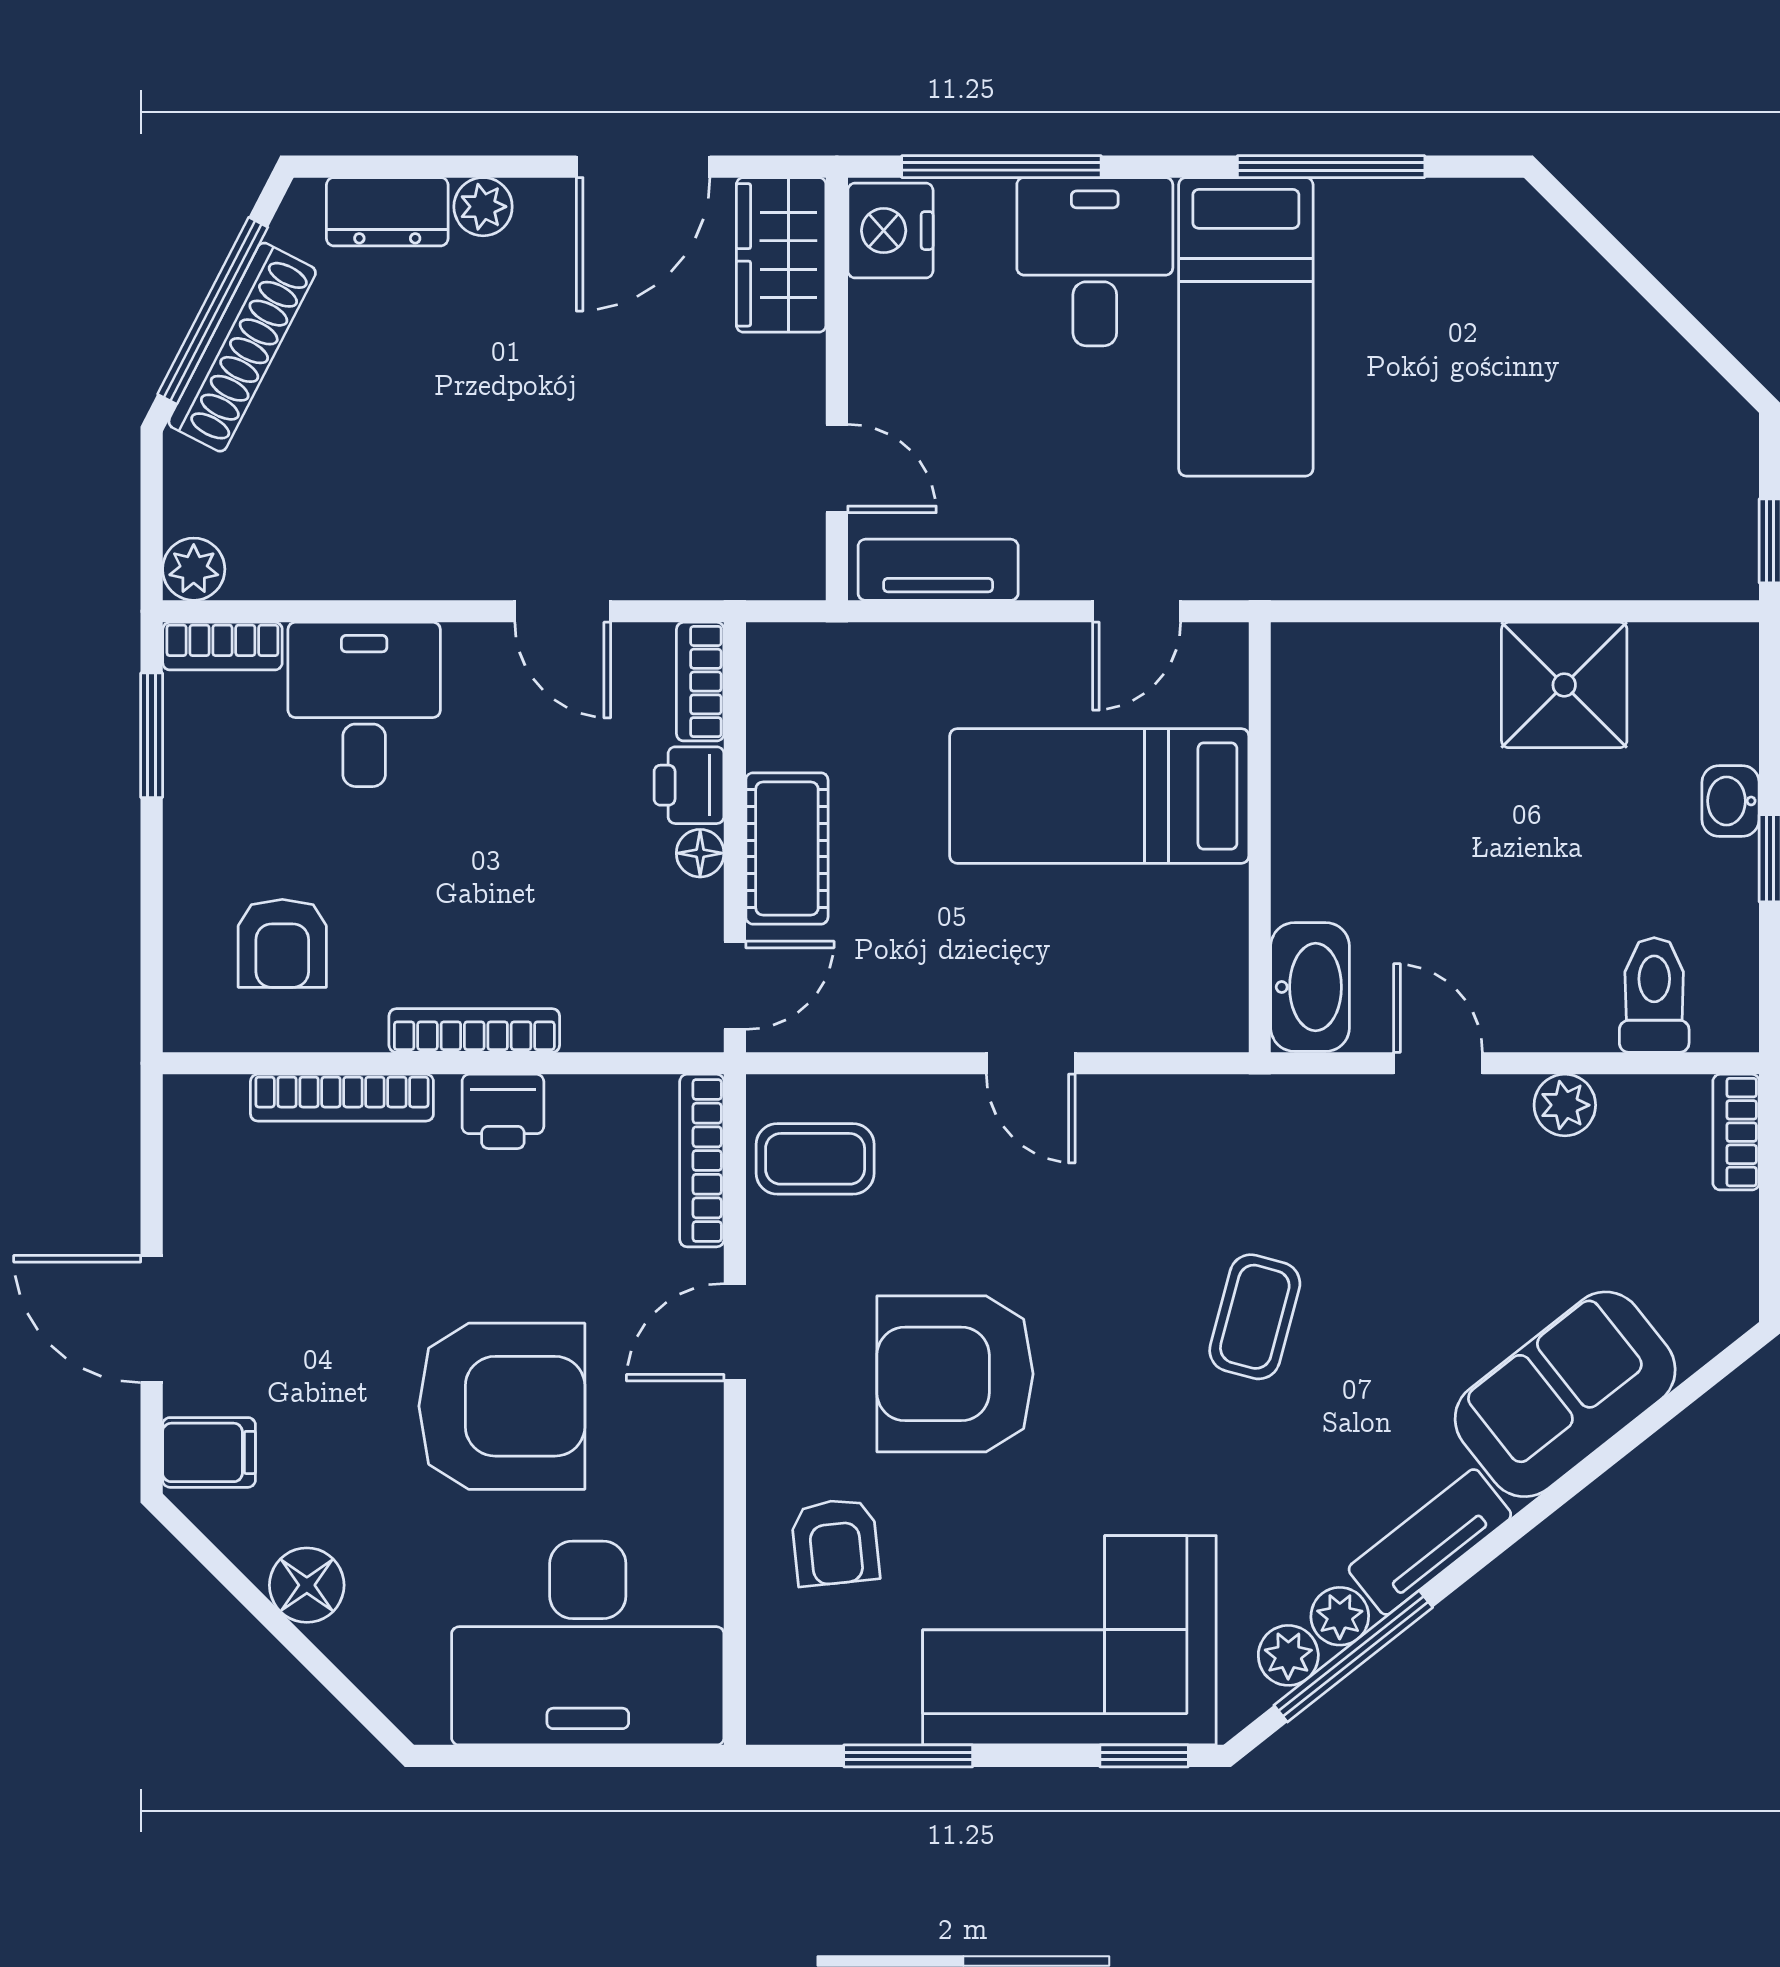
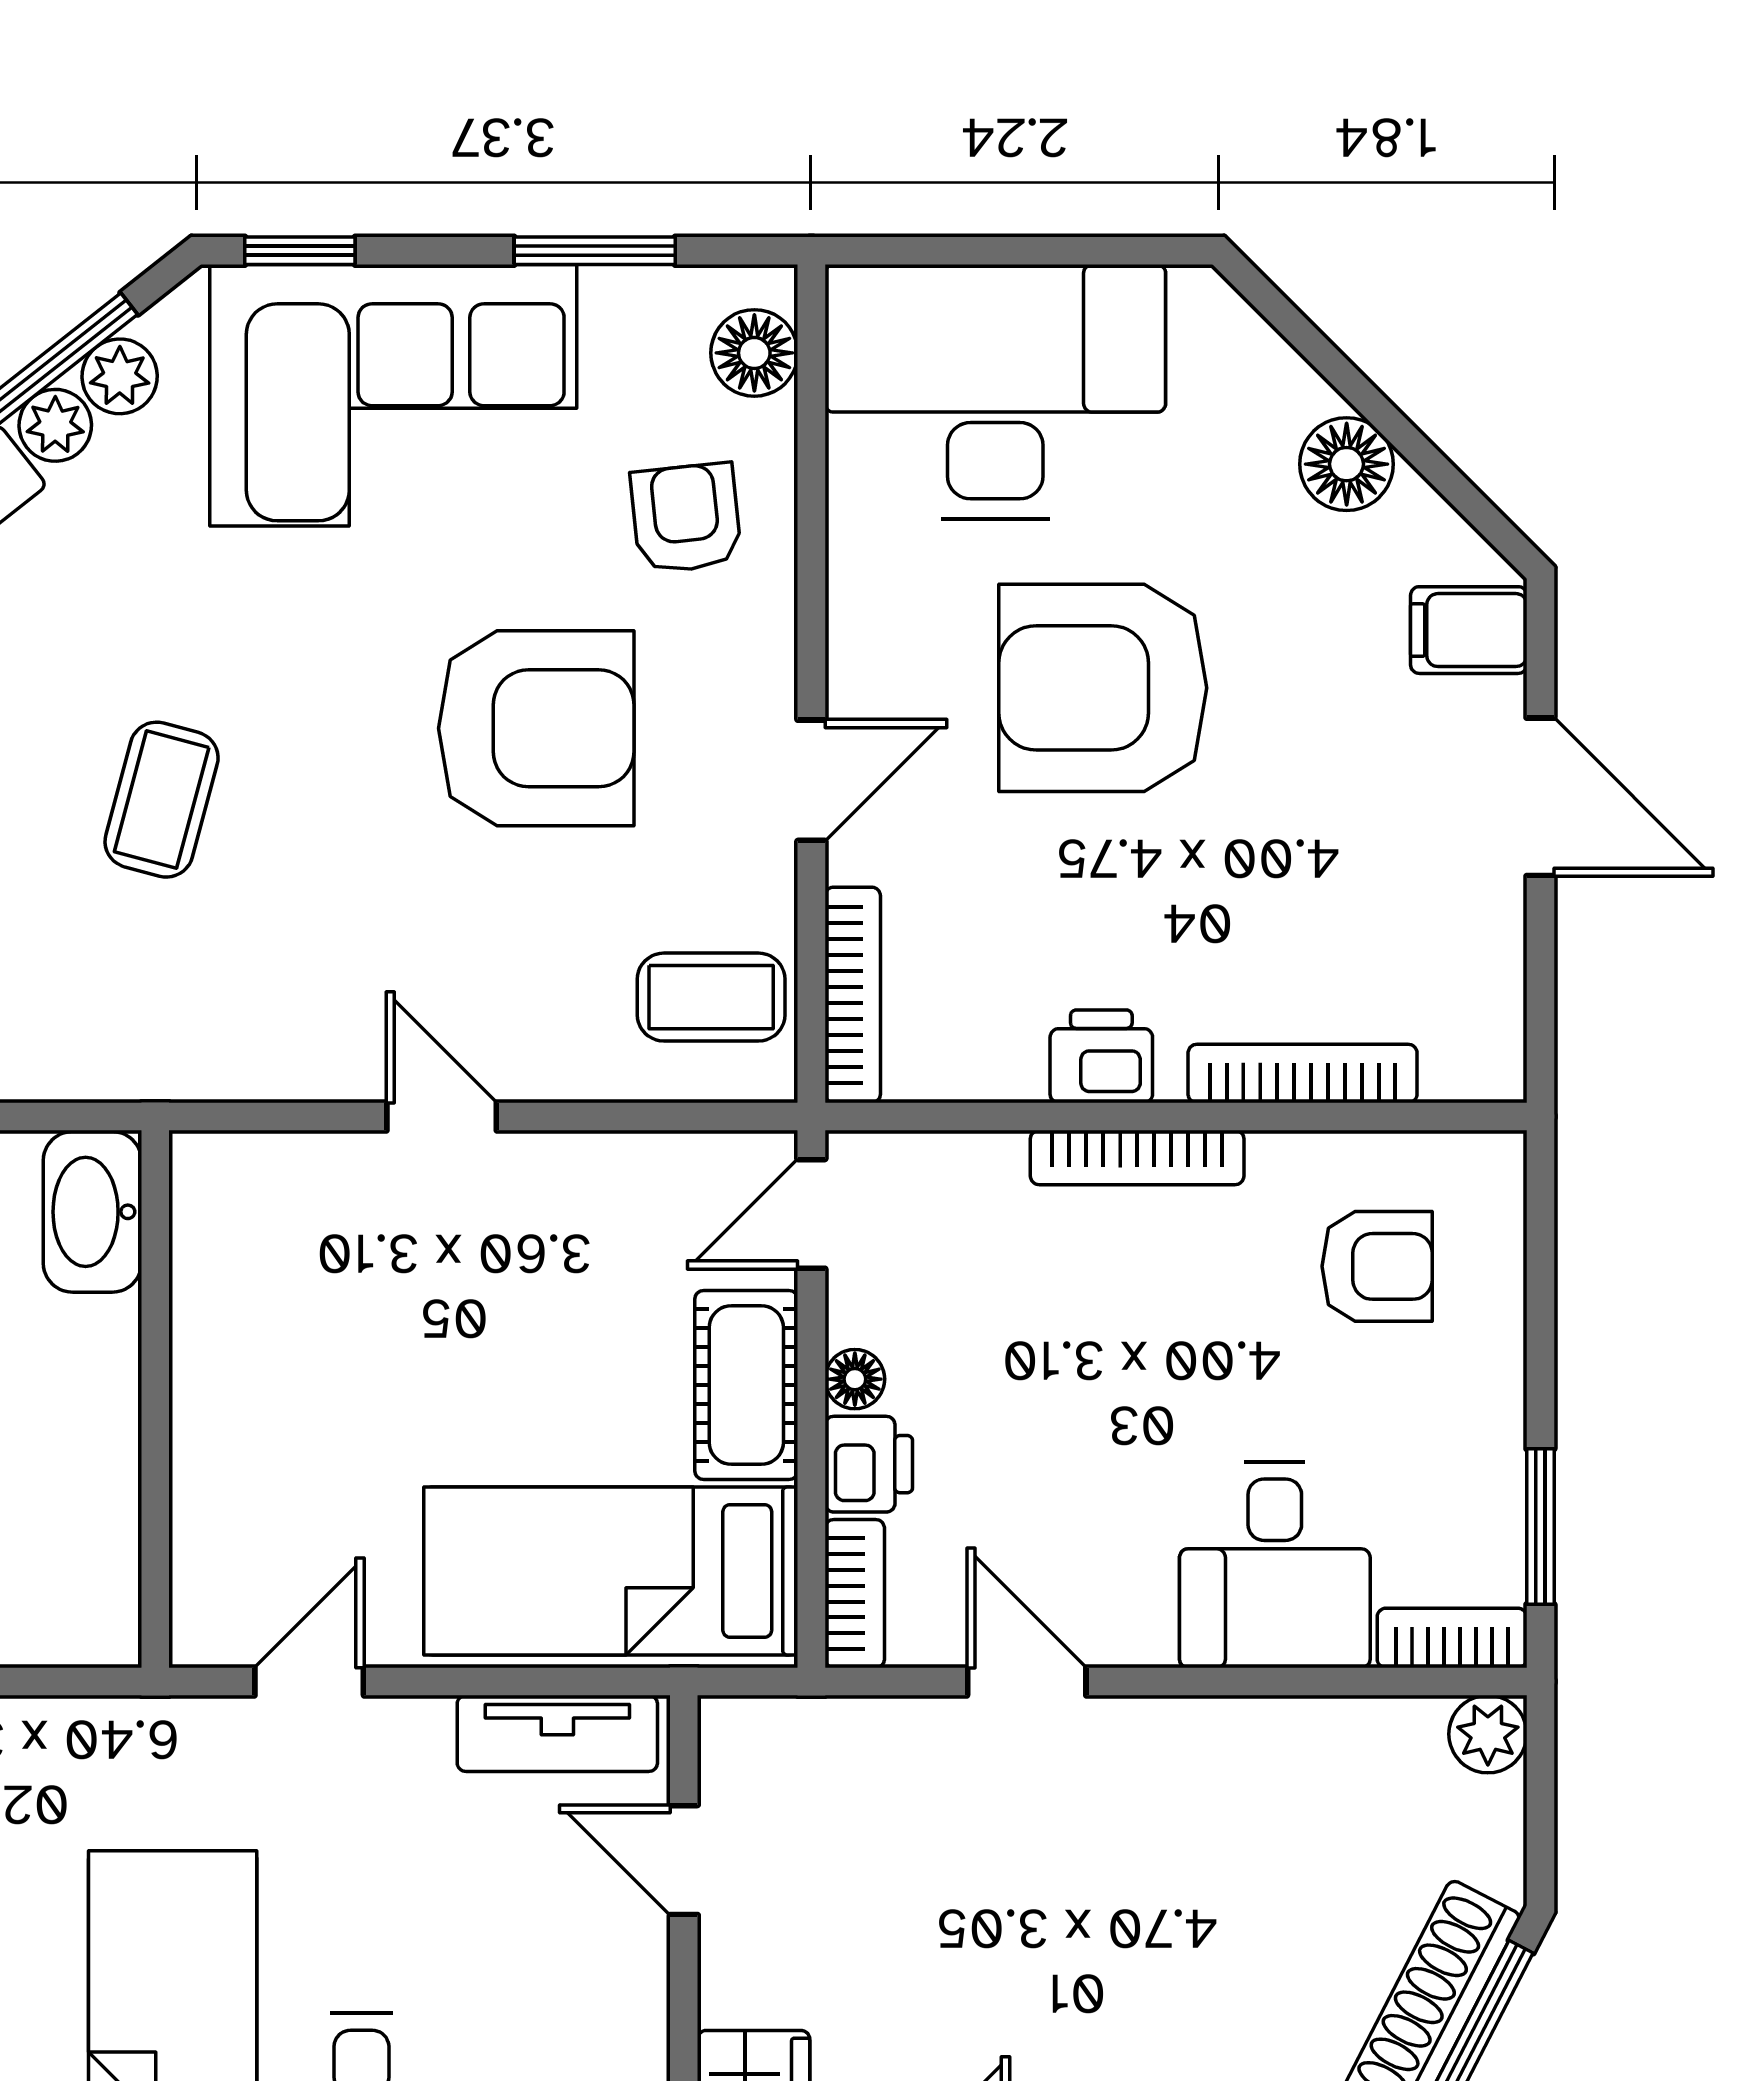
bed: (1099, 796) -> (611, 1571), moved, turned 180
armchair: (282, 943) -> (1377, 1266), turned 90
floor lamp: (781, 1674) -> (754, 353), added

